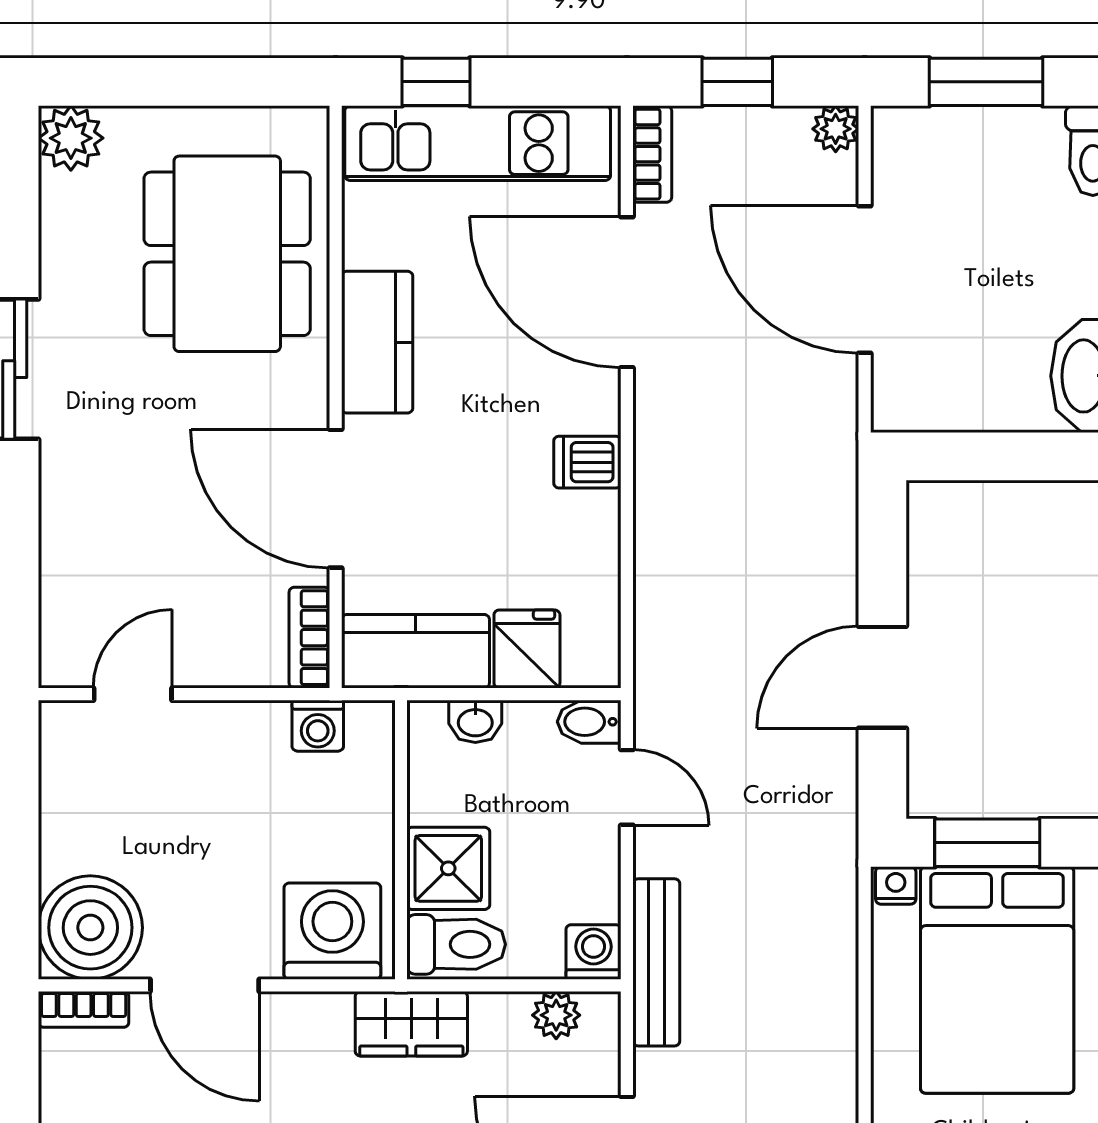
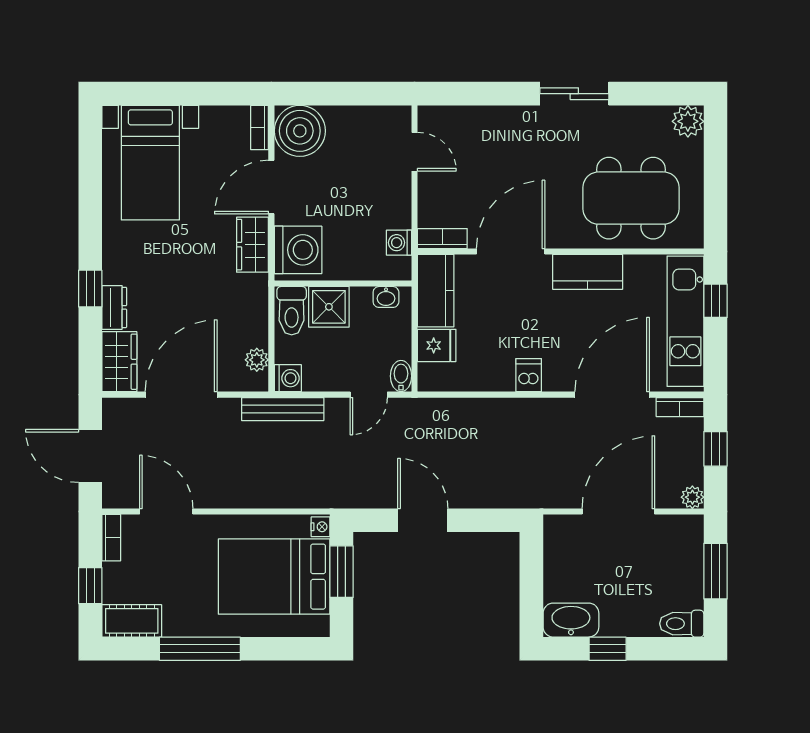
washbasin: (475, 721) -> (386, 297), moved, turned -90
wardrobe: (411, 1024) -> (253, 245), moved

